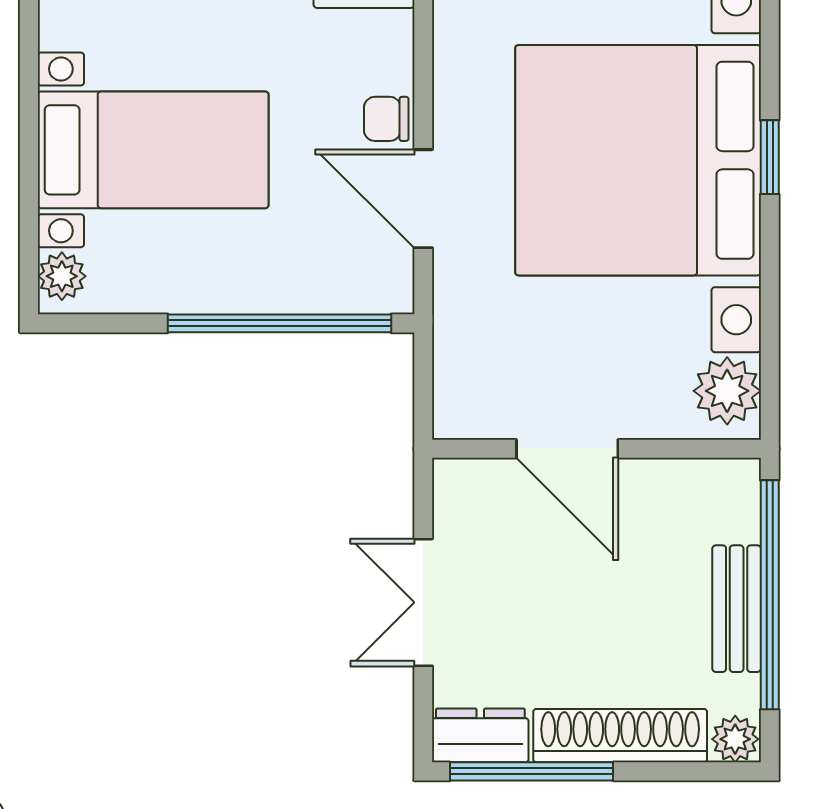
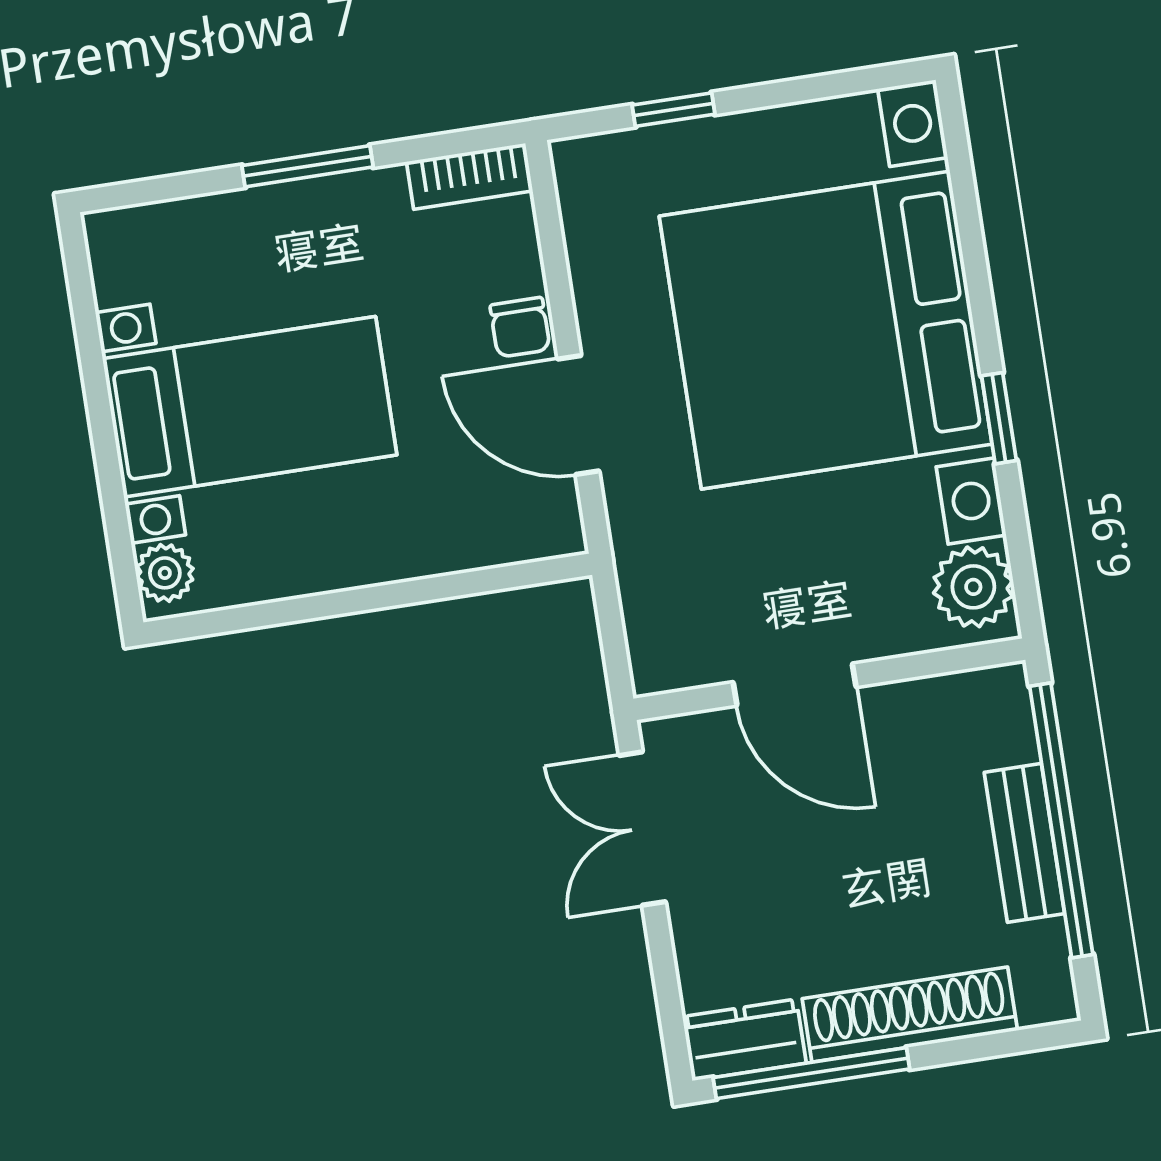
chair: (386, 119) -> (520, 327), turned -90
window: (770, 157) -> (999, 418), moved
window: (280, 323) -> (431, 589), removed
double door: (423, 602) -> (642, 829), moved
plant: (735, 739) -> (1047, 998), removed

